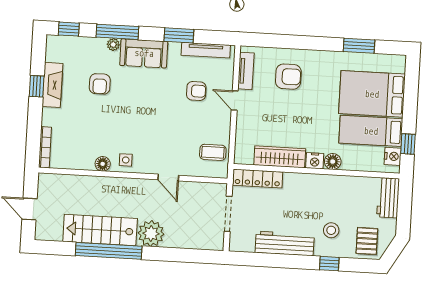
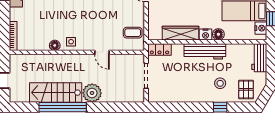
locker: (257, 179) -> (159, 49), width x0.66
workbench: (285, 243) -> (205, 51), moved, turned 180

